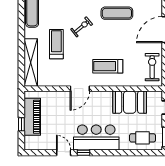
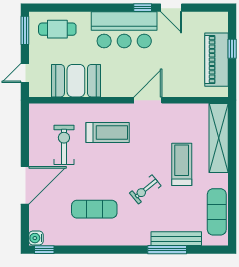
treadmill: (56, 44) -> (182, 164), turned 180
exercise bike: (152, 67) -> (64, 145), moved, turned 180

